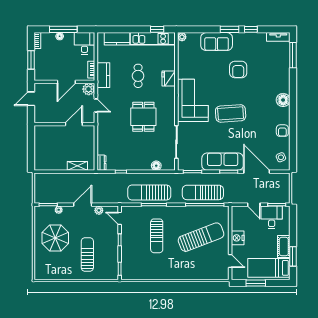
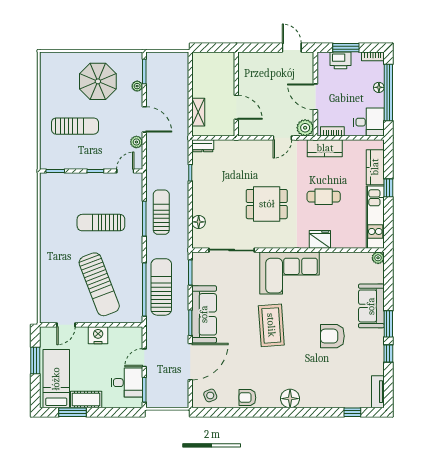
window: (63, 29) -> (388, 92), width x1.46
window: (157, 29) -> (388, 188), moved
window: (293, 55) -> (352, 412), width x0.46
printer: (40, 64) -> (340, 60), added
wall: (64, 124) -> (236, 94), moved
door: (74, 124) -> (236, 107), moved
sun lounger: (149, 193) -> (161, 212), width x0.73, depth x0.75

